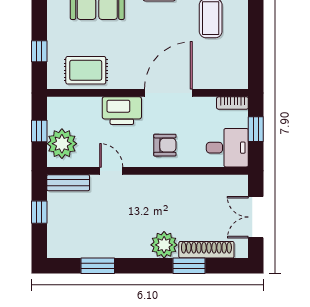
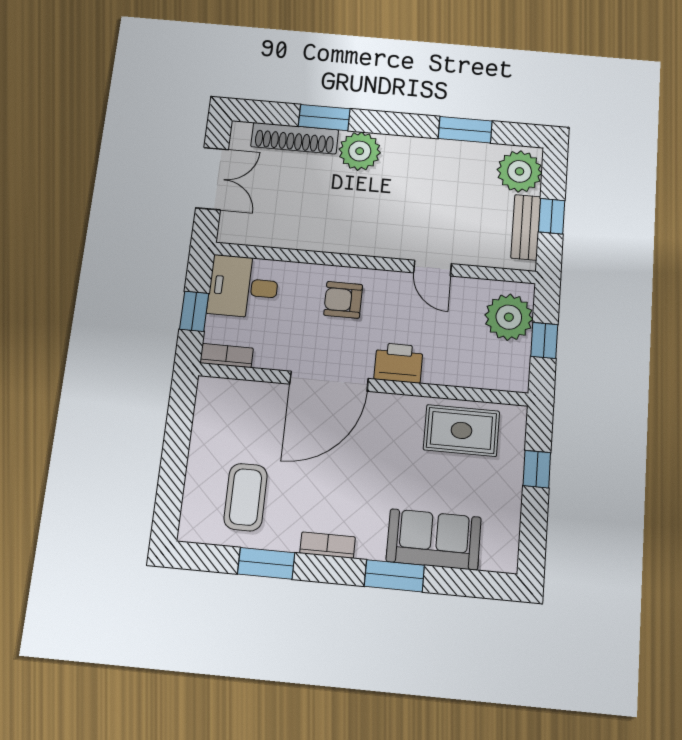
printer: (122, 111) -> (399, 363), width x0.73, depth x0.84
bench: (68, 183) -> (526, 227), moved, turned 90
plant: (61, 240) -> (520, 171), added

